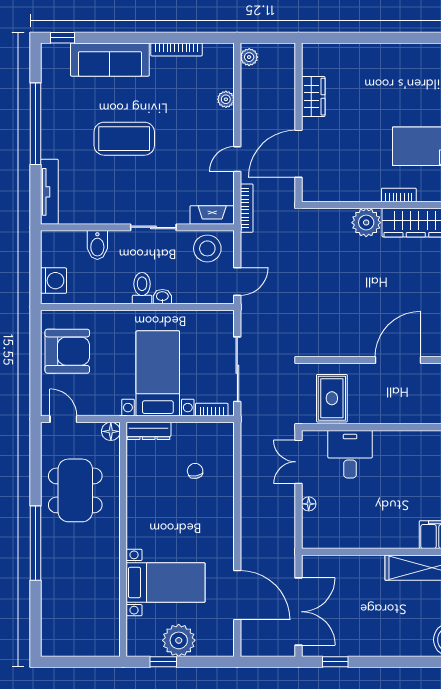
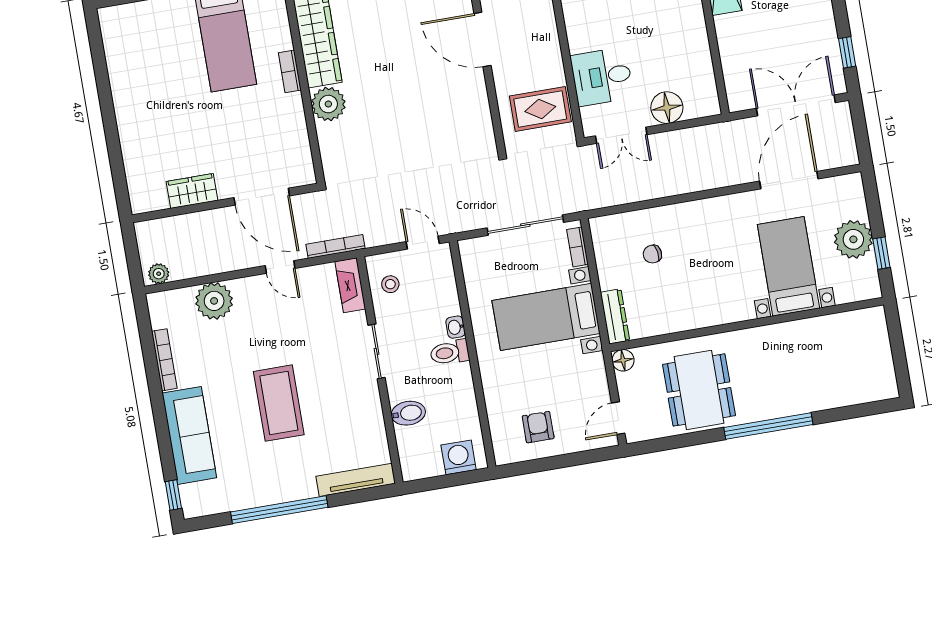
plant: (226, 99) -> (214, 301), width x1.87, depth x1.87
stool: (207, 248) -> (390, 284), width x0.53, depth x0.53
armchair: (67, 351) -> (538, 427), width x0.53, depth x0.53
dining table: (75, 490) -> (699, 390), turned 90
floor lamp: (309, 504) -> (667, 108), width x1.89, depth x1.89

